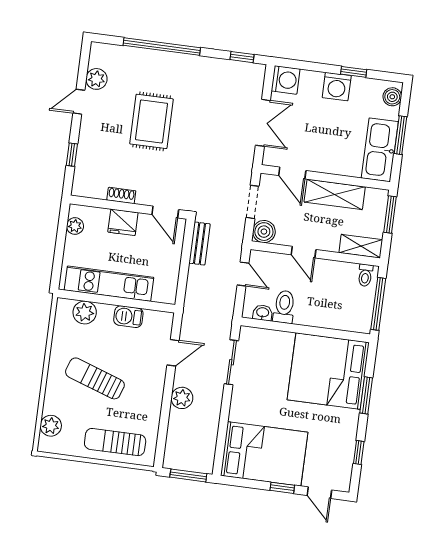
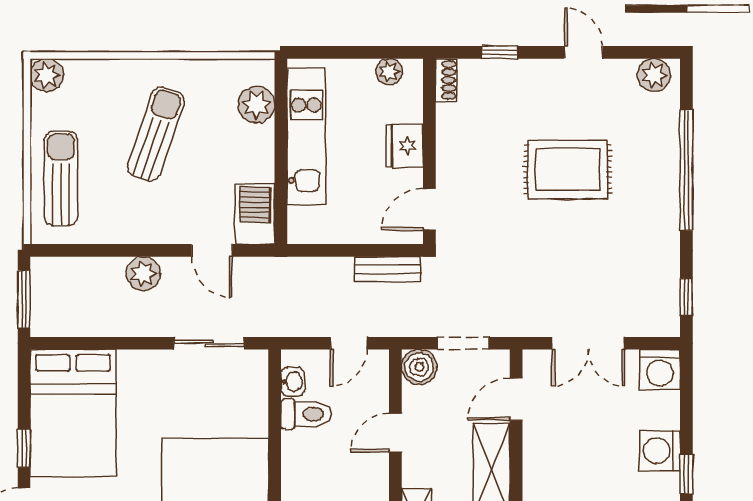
plant: (96, 79) -> (654, 75), moved
shoe rack: (121, 196) -> (446, 80), moved
barbecue: (128, 317) -> (255, 214), moved, width x1.38, depth x1.27
plant: (51, 426) -> (47, 75), moved

